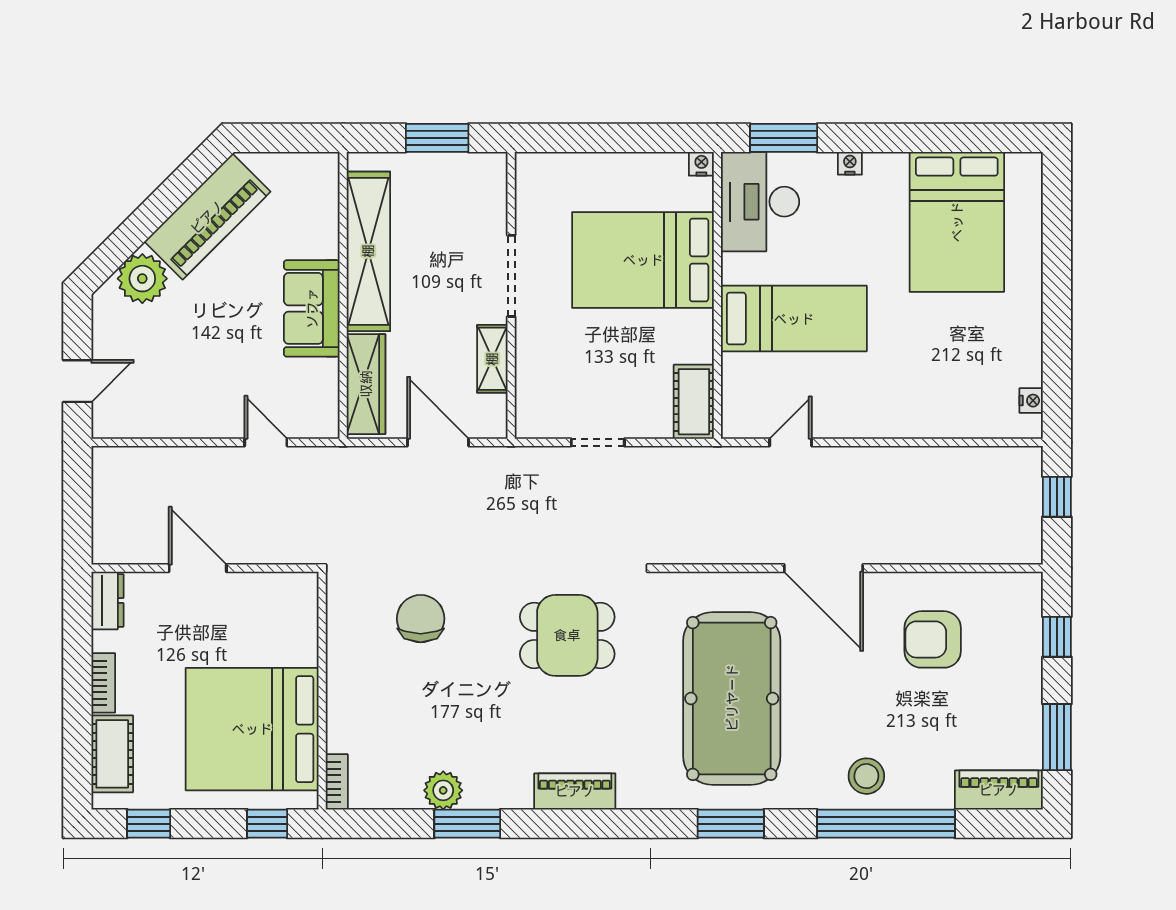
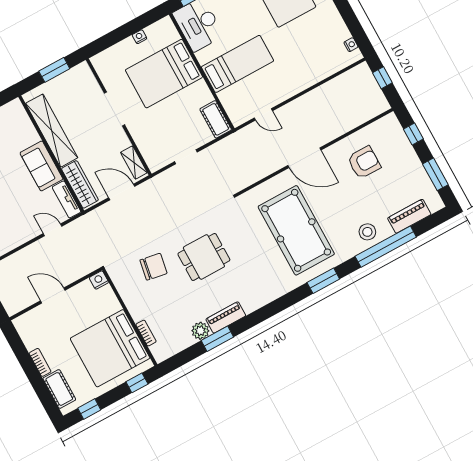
nightstand: (701, 164) -> (139, 37), moved
shelving: (492, 359) -> (134, 162), moved
tv unit: (325, 399) -> (67, 199), added
door: (791, 442) -> (263, 114), swing flipped
nightstand: (302, 587) -> (99, 280), added
dresser: (107, 600) -> (24, 328), removed
chair: (421, 619) -> (154, 267), turned 100
dining table: (567, 635) -> (204, 257), moved
armchair: (933, 639) -> (364, 162), turned 180
bookcase: (337, 782) -> (146, 333), moved
piano: (999, 790) -> (409, 216), moved
piano: (575, 791) -> (226, 317), moved

